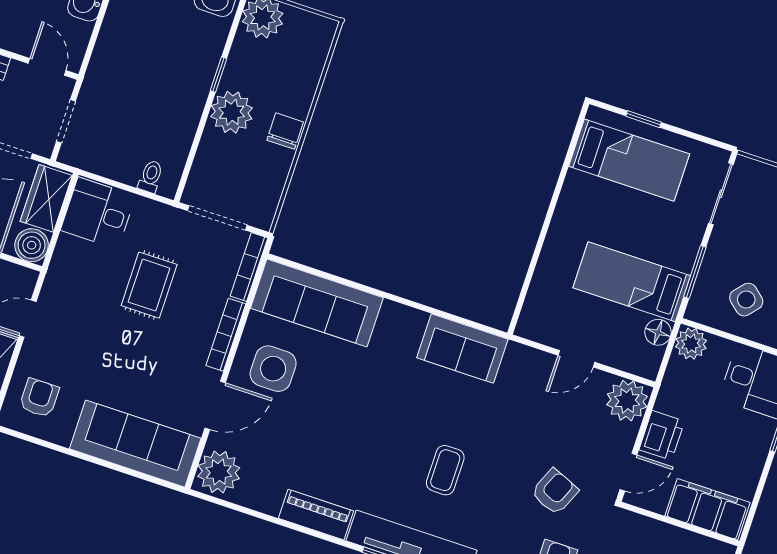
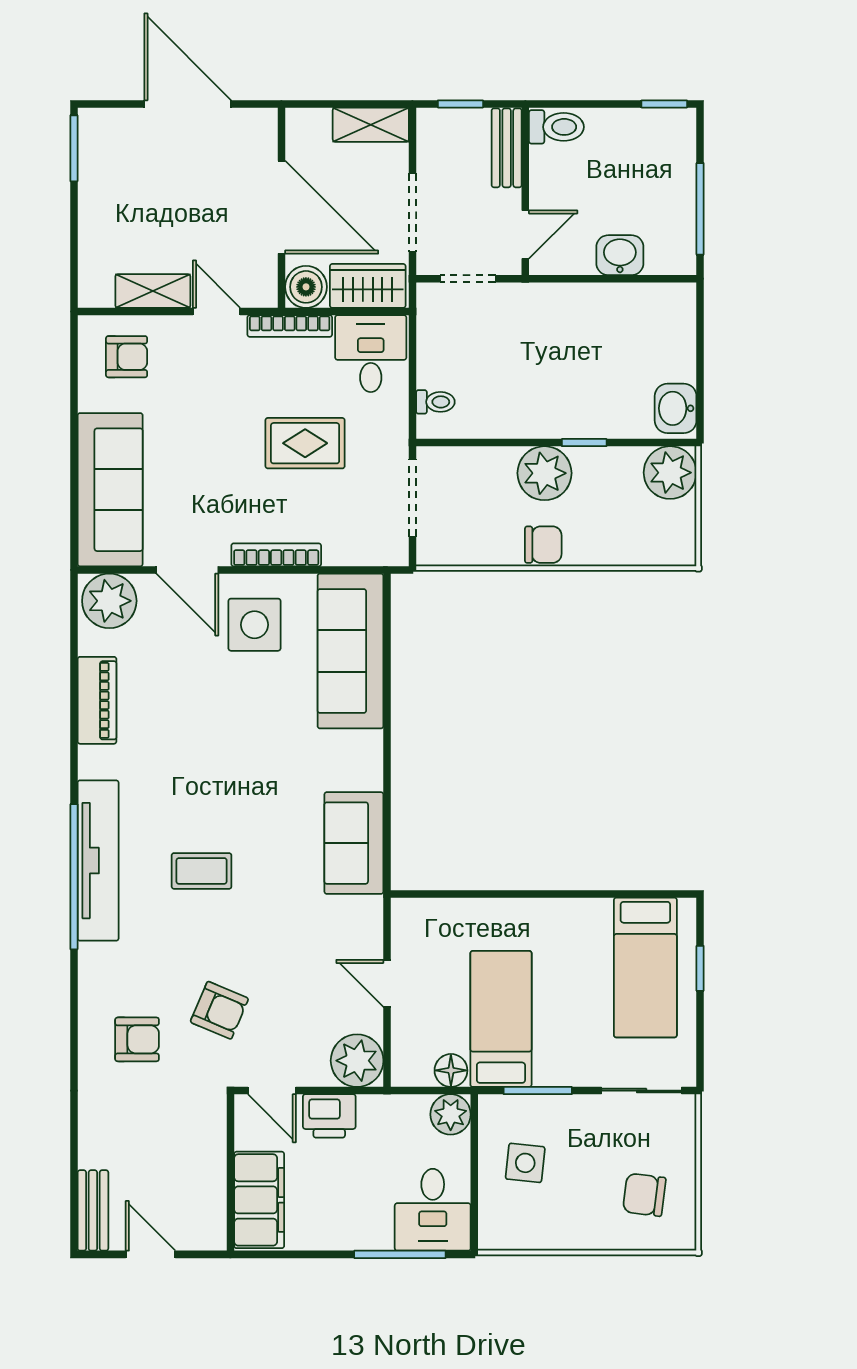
bookcase: (249, 267) -> (290, 326), moved, turned 180
side table: (746, 300) -> (525, 1163), turned -35
piano: (316, 515) -> (97, 700), moved

